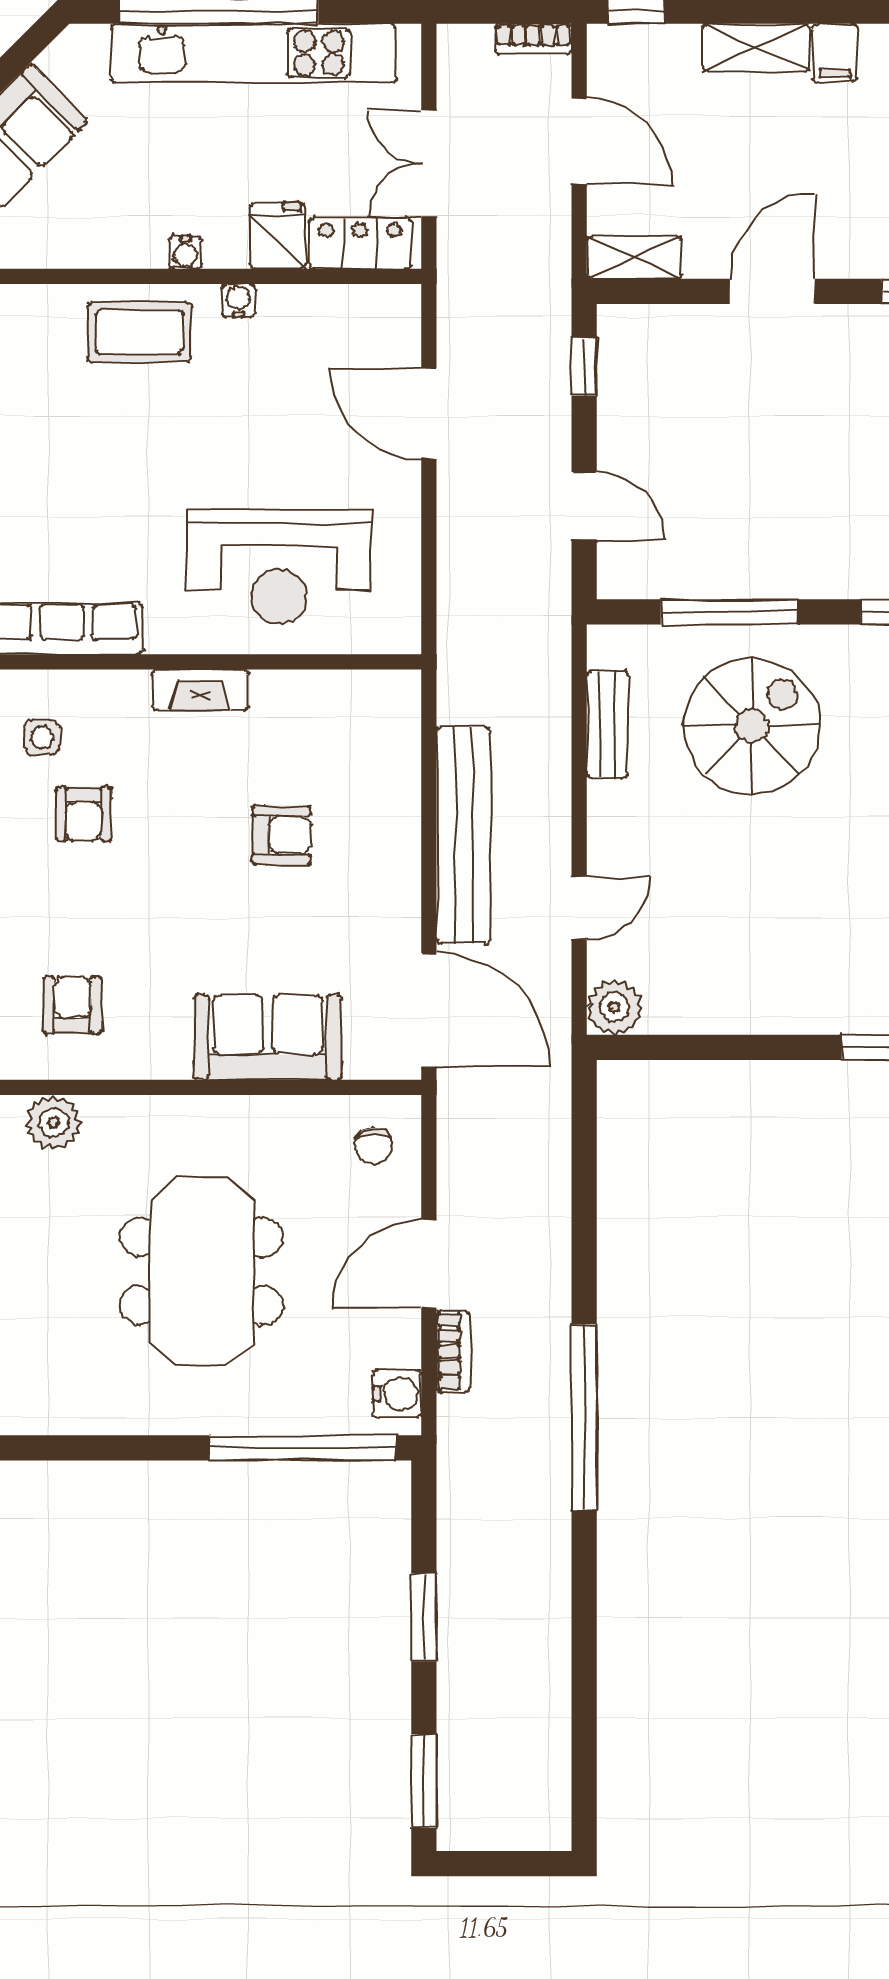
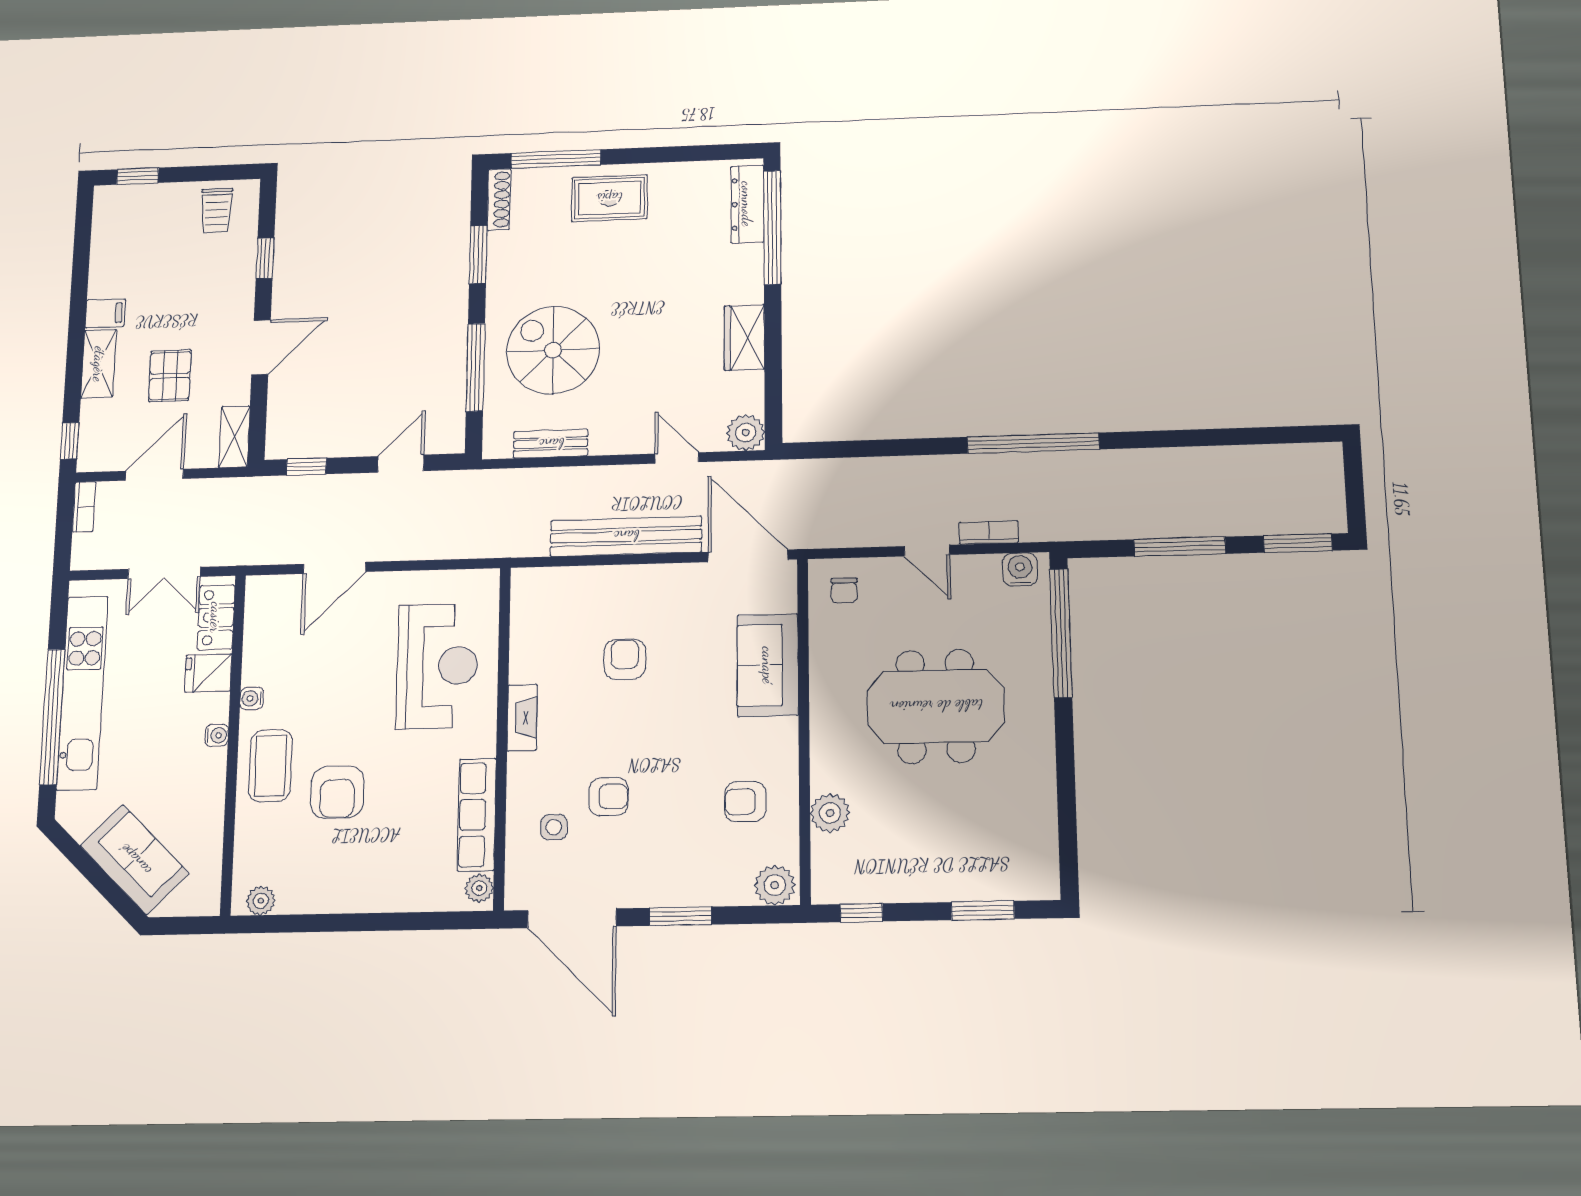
pallet: (733, 156) -> (170, 376), added
door: (772, 291) -> (261, 347), swing flipped
armchair: (99, 429) -> (337, 792), added
wardrobe: (760, 1006) -> (744, 338), added
door: (429, 1010) -> (748, 556), hinge flipped
chair: (374, 1146) -> (844, 590), turned 90
door: (429, 1264) -> (927, 551), width x0.73
window: (424, 1617) -> (1180, 547), width x1.44

